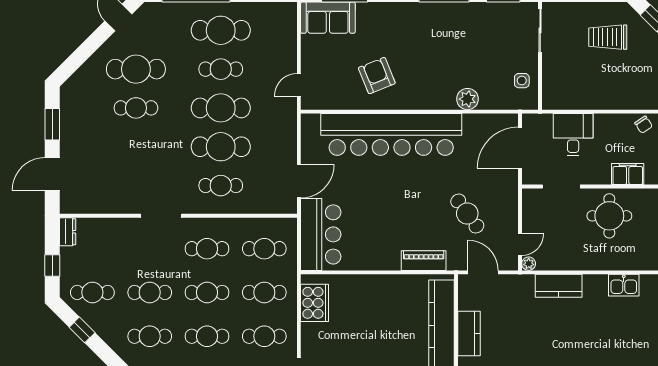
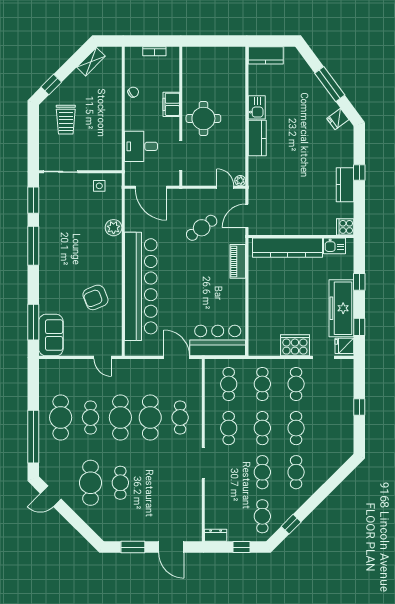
kitchen counter: (559, 286) -> (257, 138), moved
cooker: (315, 303) -> (295, 345), moved
kitchen counter: (469, 334) -> (294, 226), removed

